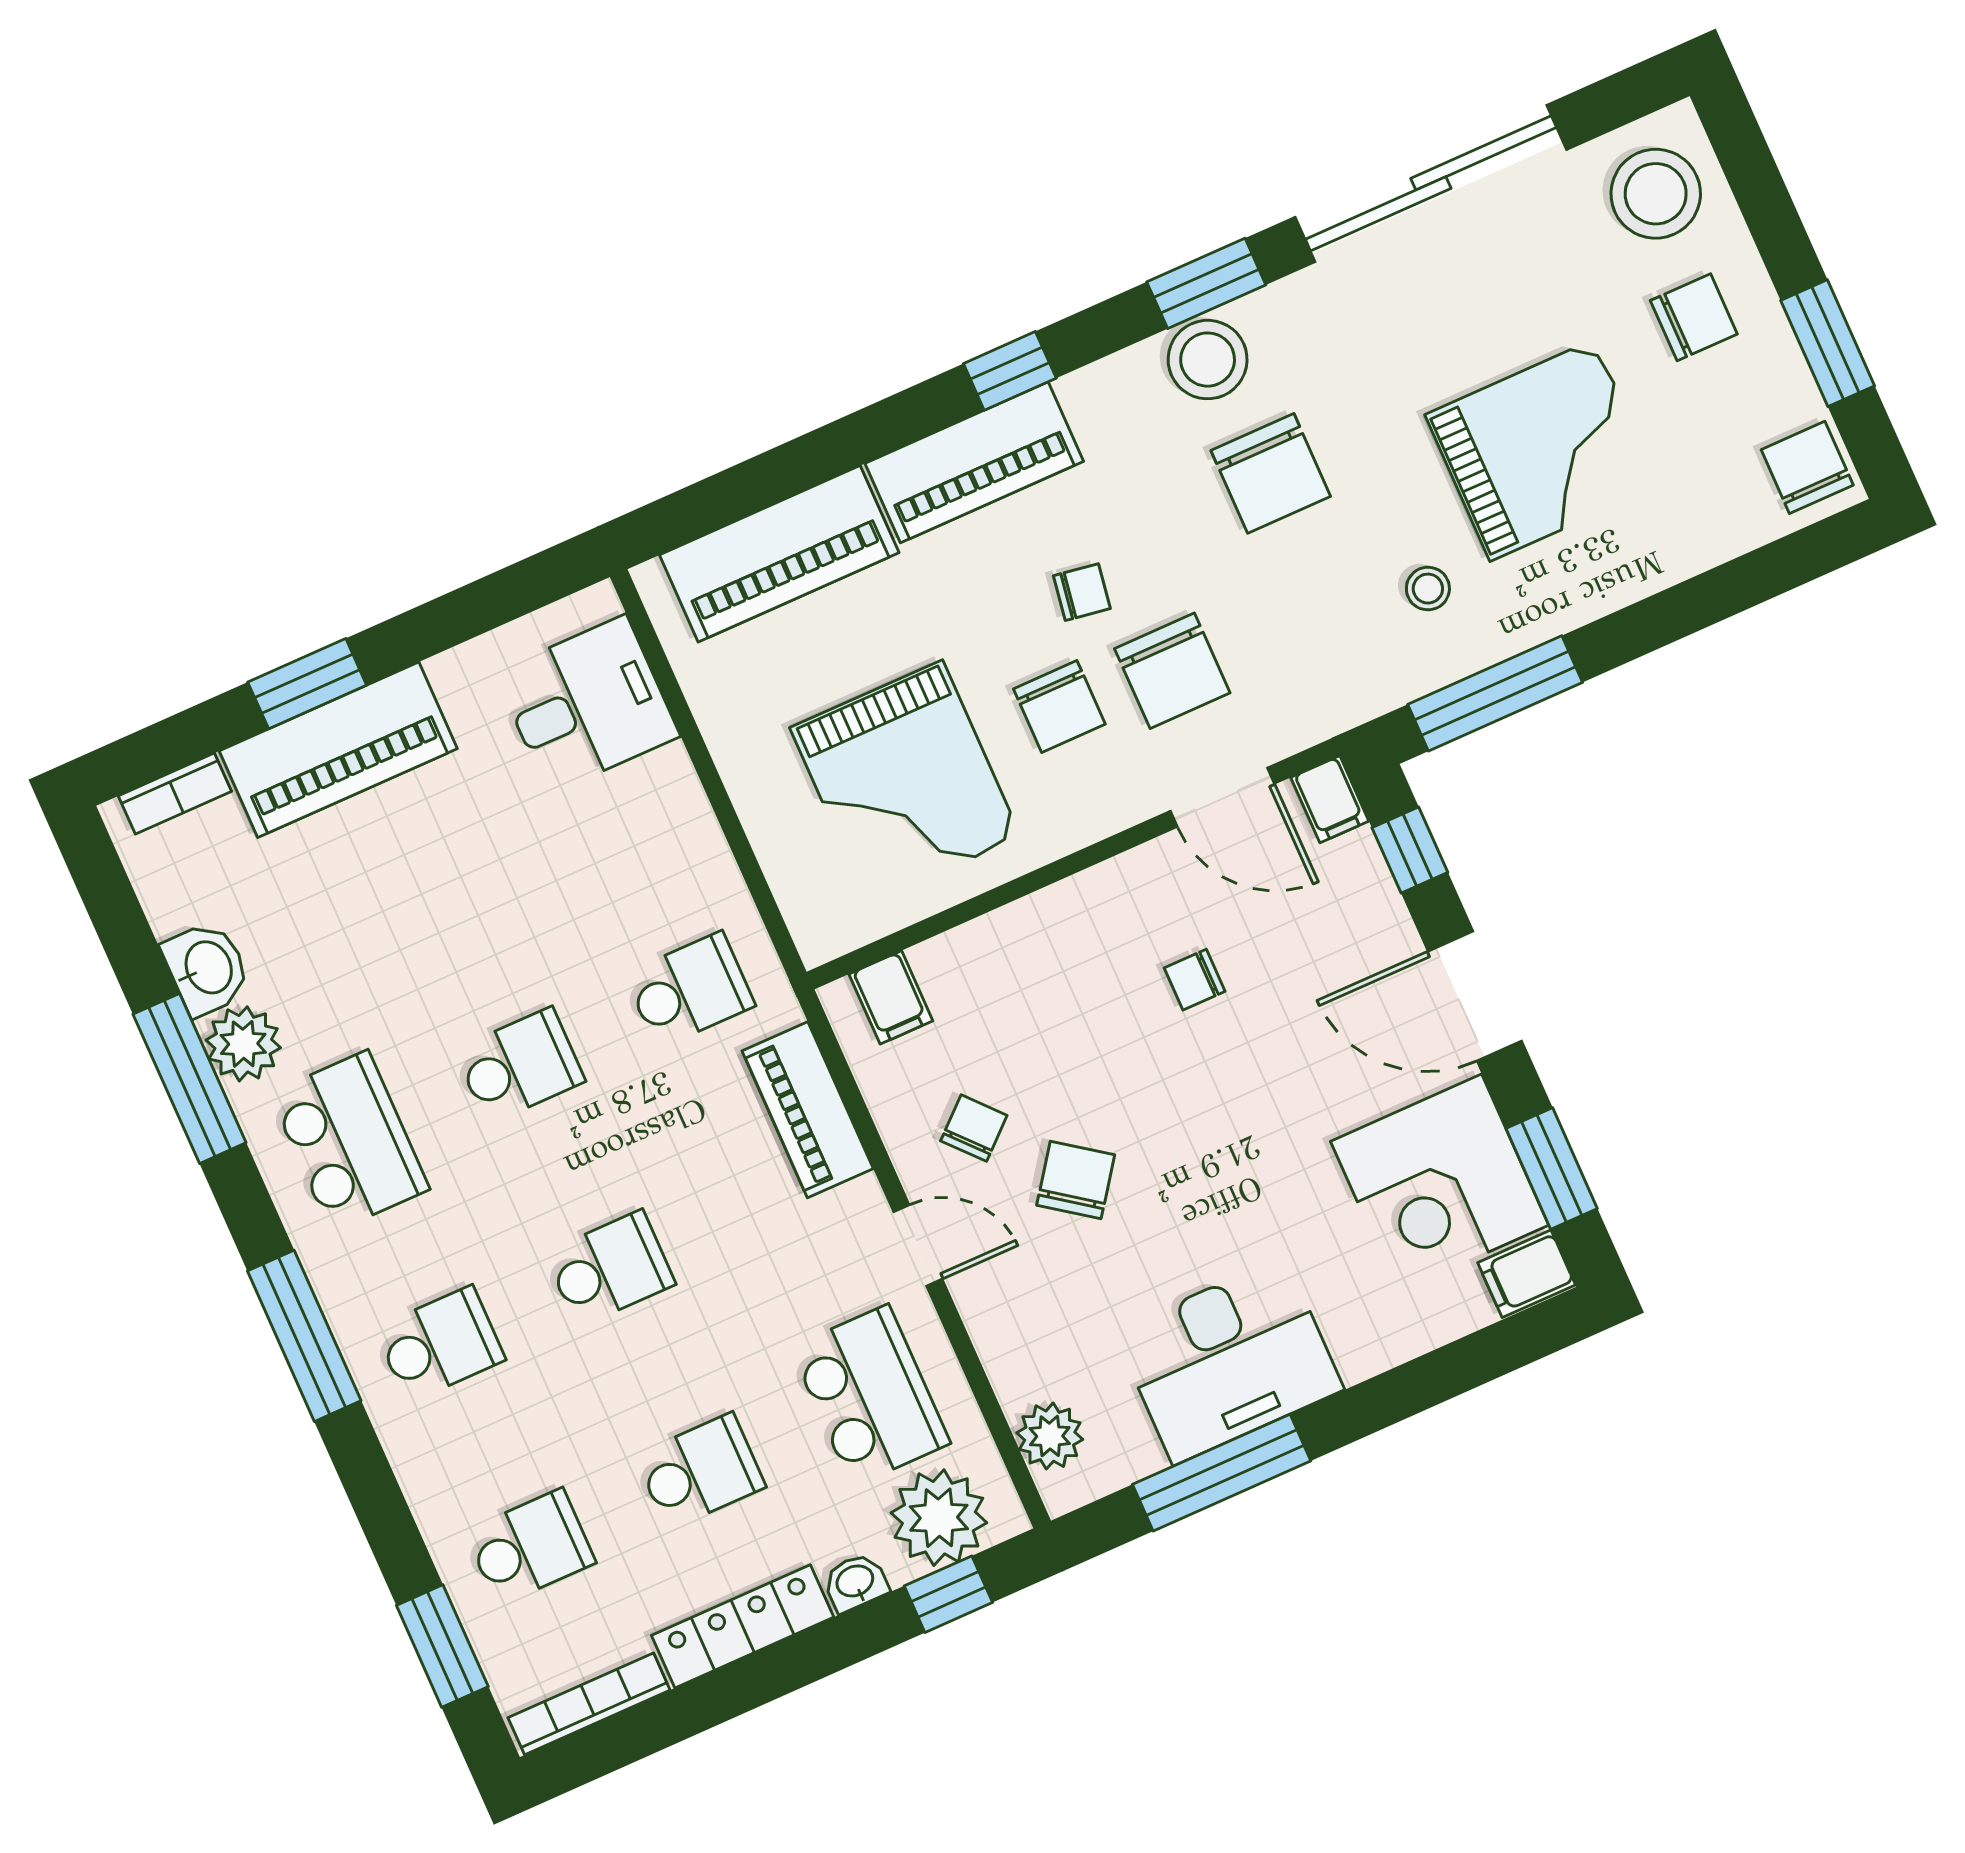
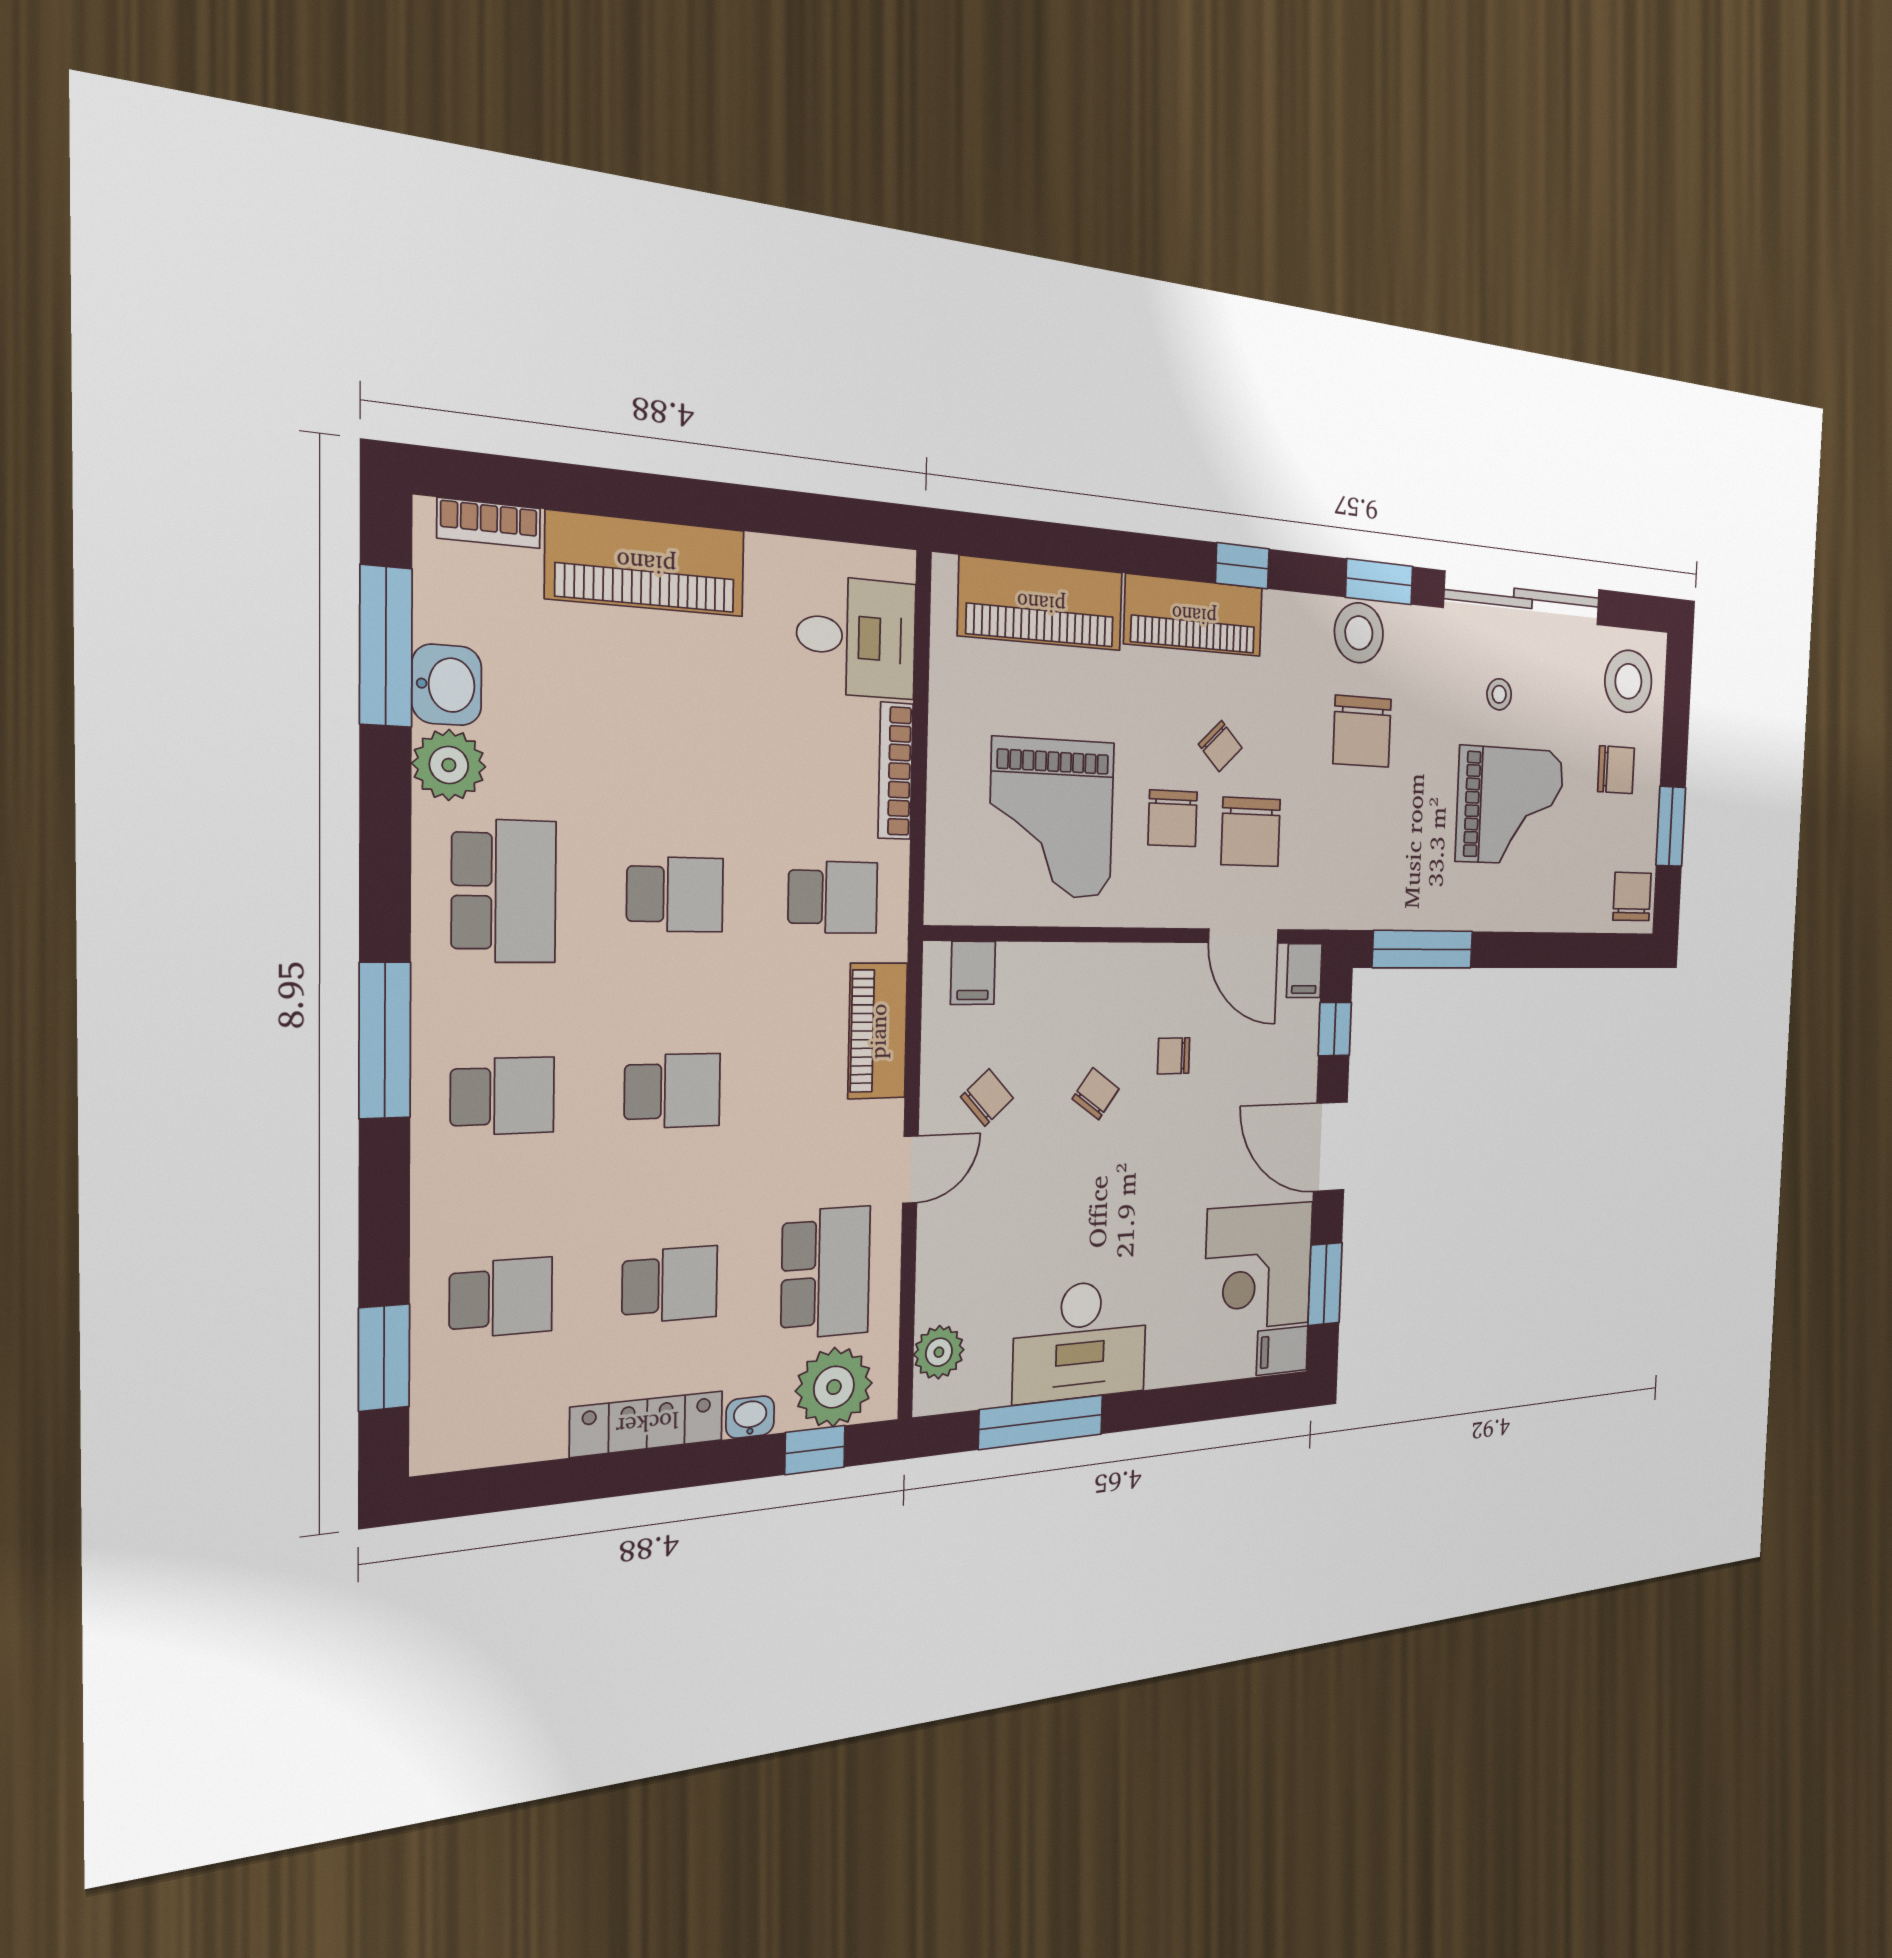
stool: (1428, 589) -> (1499, 694), moved
chair: (1082, 592) -> (1220, 746), turned 37
window: (307, 684) -> (646, 497), removed
window: (190, 1078) -> (386, 646), moved
chair: (1076, 1180) -> (1096, 1094), moved, width x0.73, depth x0.73
door: (918, 1245) -> (910, 1170), hinge flipped
bookcase: (589, 1704) -> (896, 771), moved, turned -90

